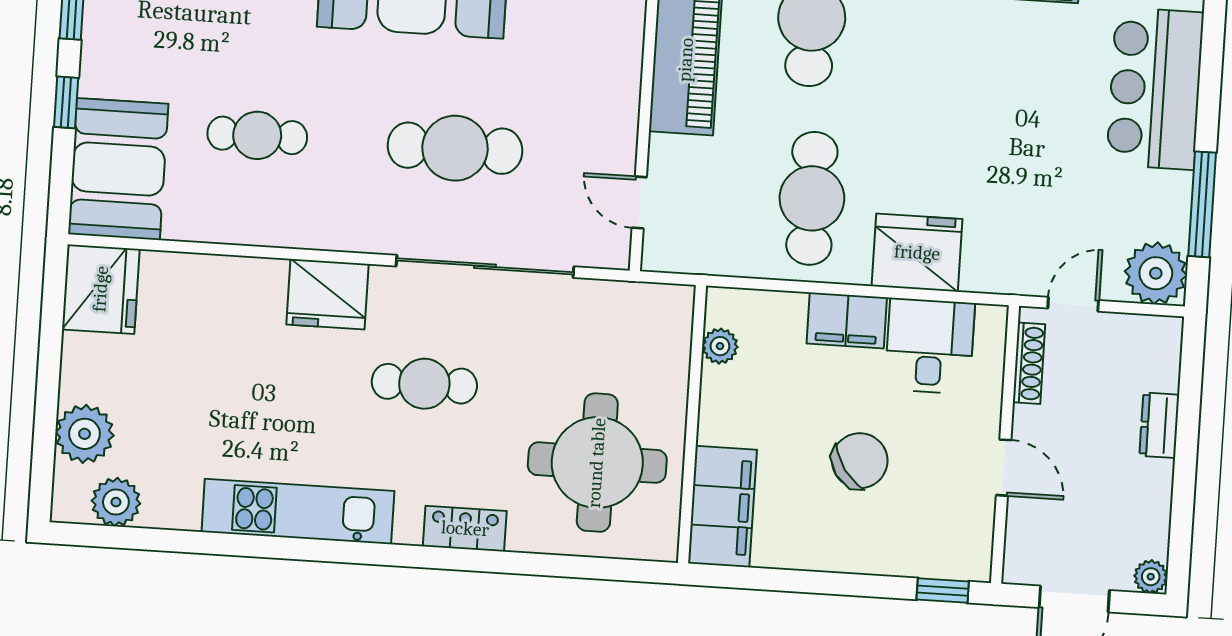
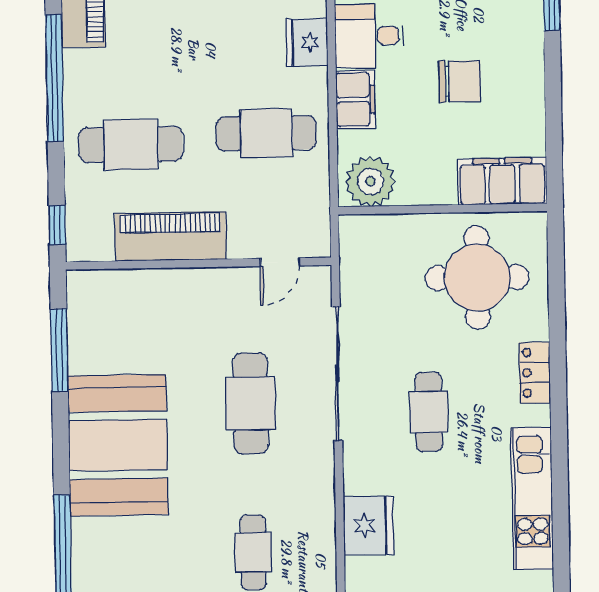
fridge: (917, 253) -> (307, 42), width x0.73, depth x0.75
fridge: (328, 294) -> (368, 525), moved
plant: (720, 346) -> (370, 181), width x1.88, depth x1.88
chair: (860, 461) -> (460, 81), turned 125

